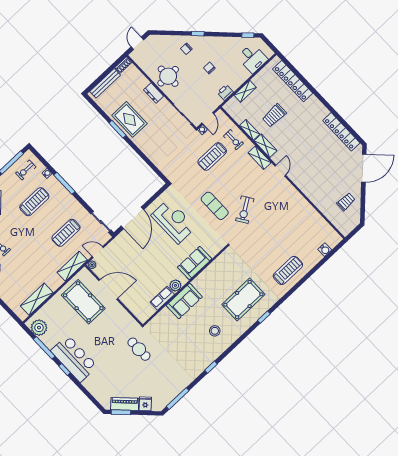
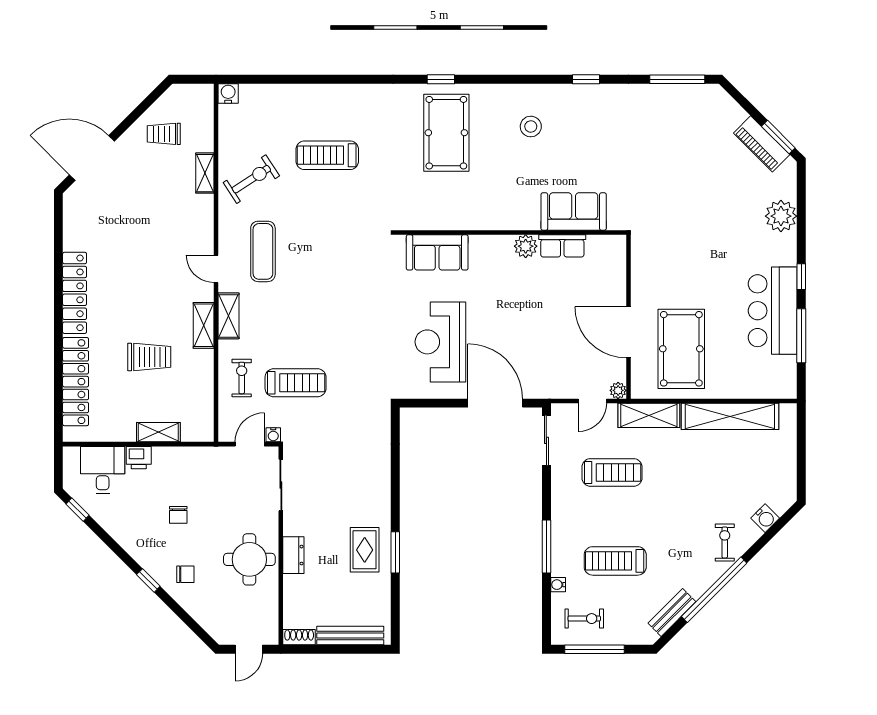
printer: (225, 92) -> (139, 458), moved
rug: (129, 119) -> (365, 550), width x0.73, depth x0.70
shelving: (250, 130) -> (205, 173), moved
locker: (341, 132) -> (75, 293), moved
door: (280, 171) -> (216, 269), hinge flipped
exercise mat: (215, 206) -> (263, 251), moved
exercise bike: (245, 210) -> (251, 179), moved
door: (132, 218) -> (495, 403), hinge flipped
water cooler: (325, 250) -> (228, 93), moved
door: (98, 252) -> (592, 401), hinge flipped
sofa: (195, 263) -> (437, 252), moved
treadmill: (288, 270) -> (327, 155), moved
shelving: (37, 299) -> (730, 416), width x1.47
pool table: (243, 300) -> (446, 133), turned 90
sofa: (184, 301) -> (574, 212), moved
plant: (39, 328) -> (781, 216), moved
cafe table: (139, 349) -> (666, 204), removed
bar counter: (74, 358) -> (773, 311), moved
fridge: (145, 404) -> (731, 116), removed

